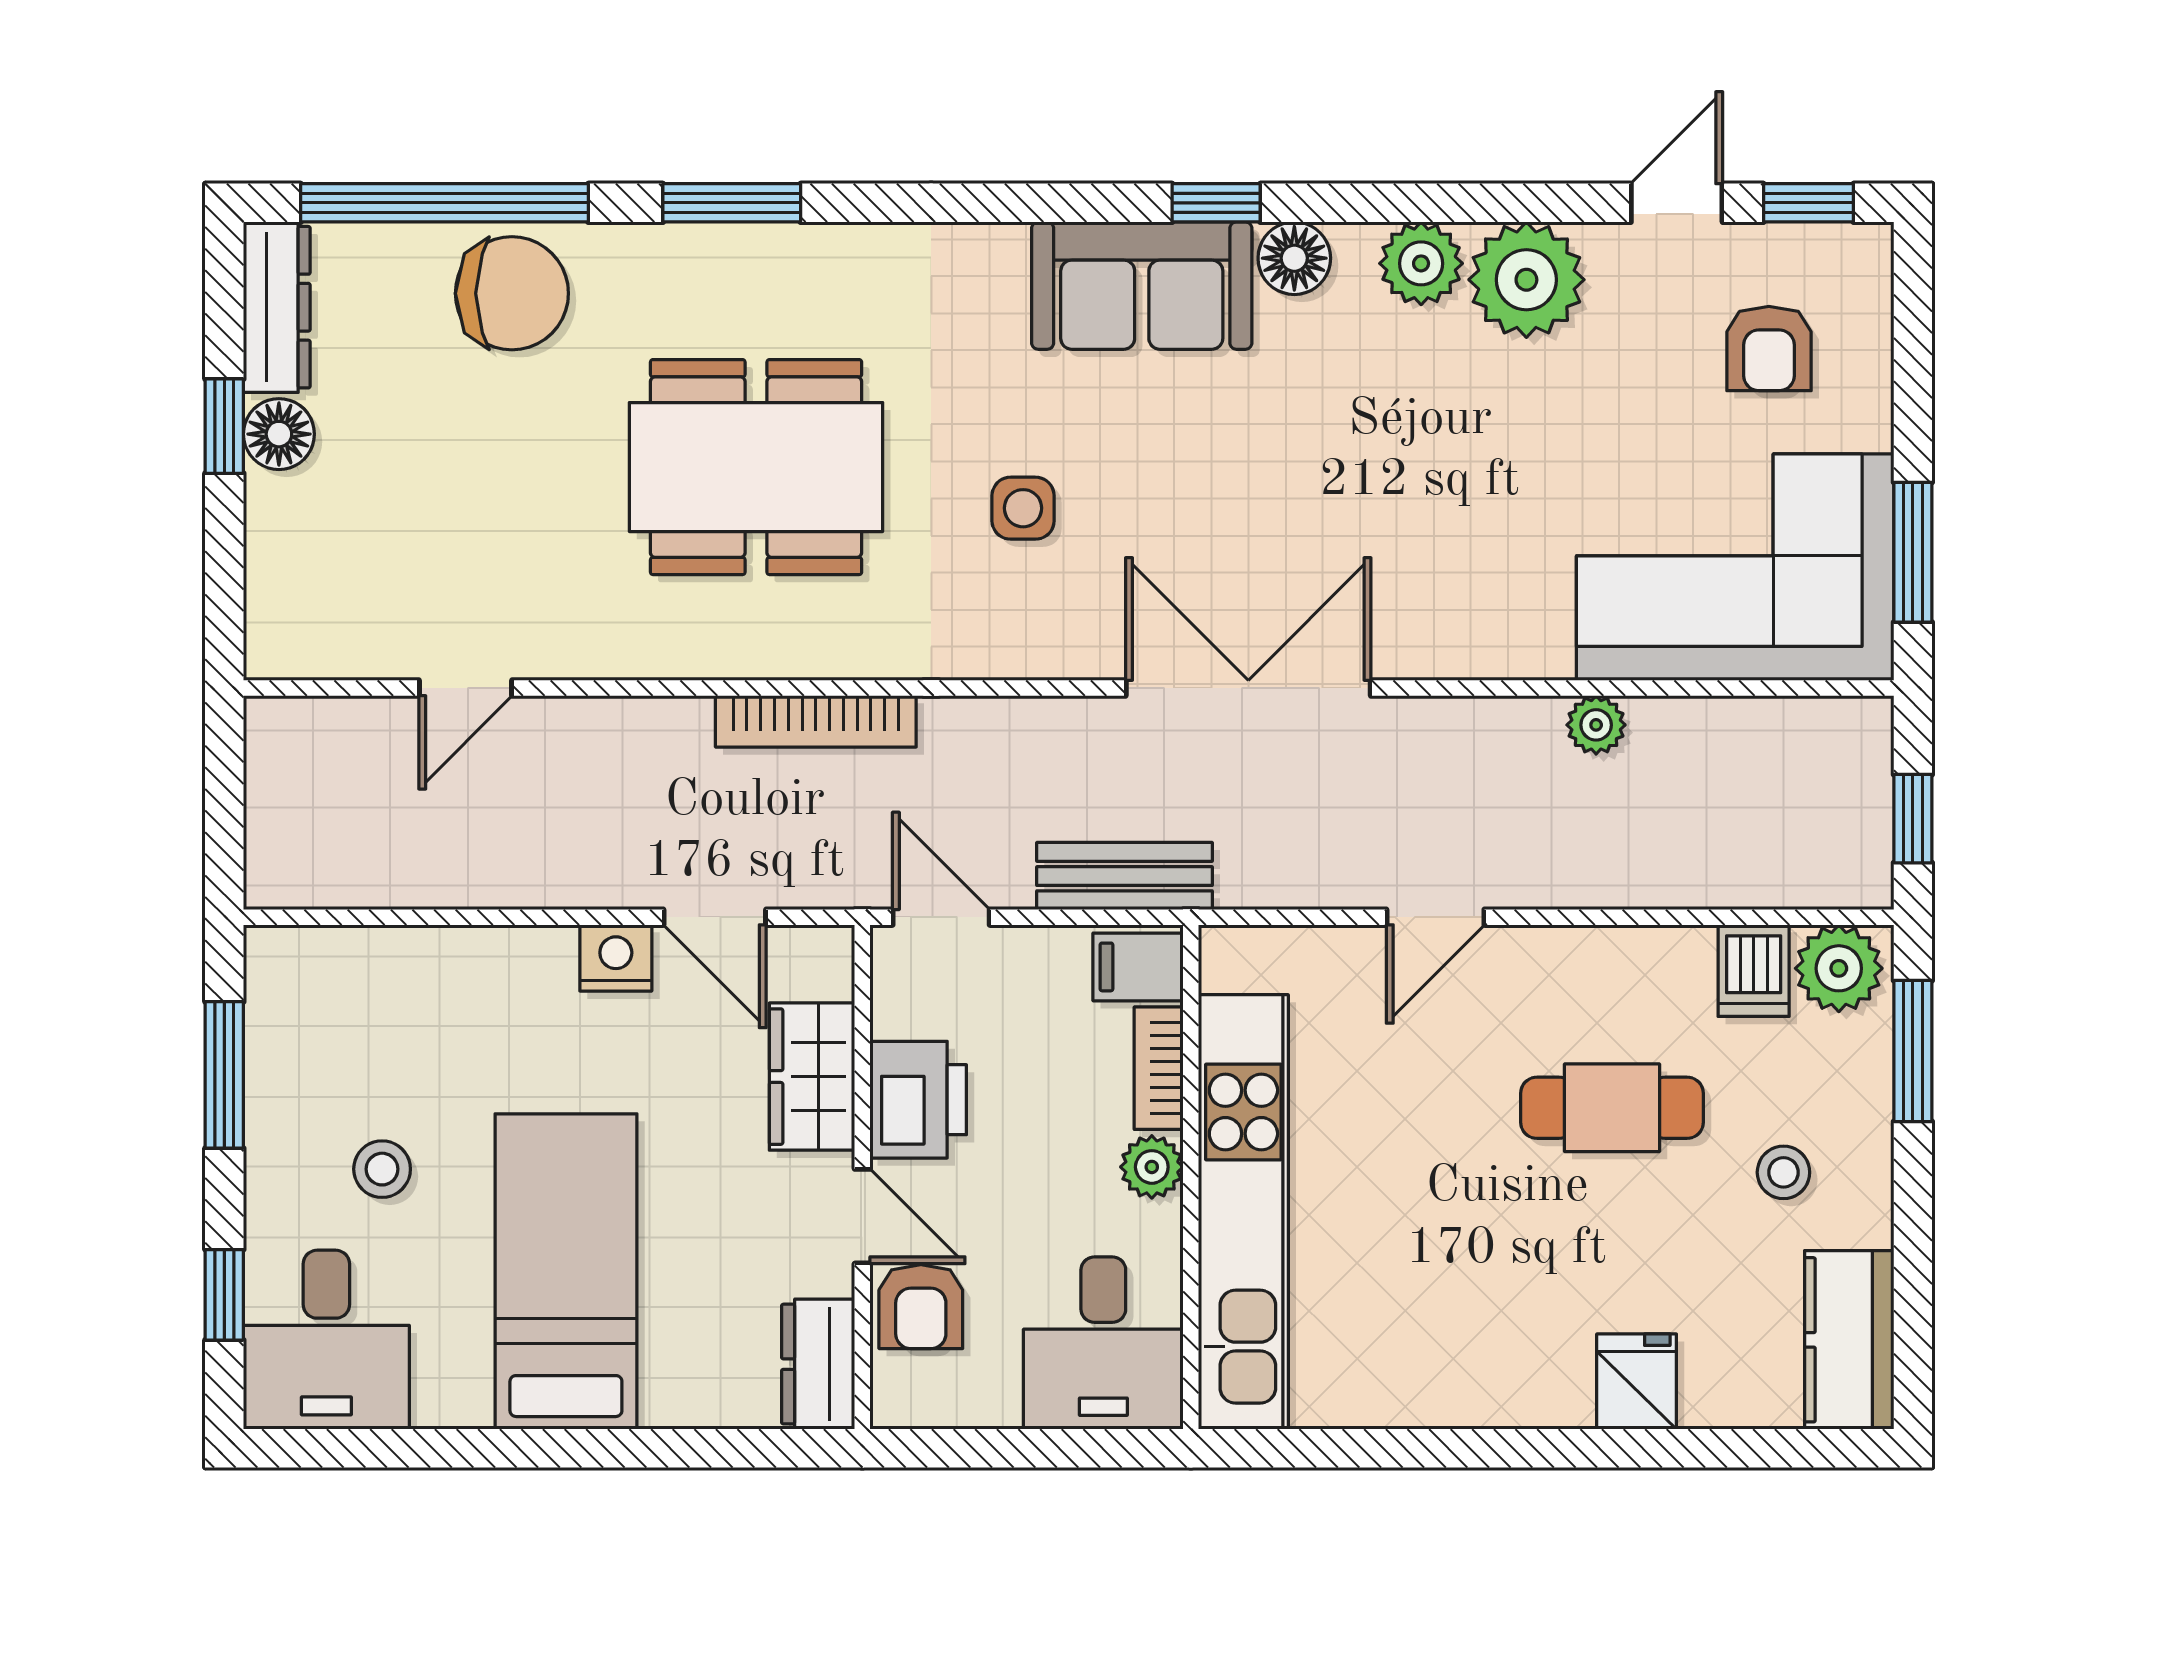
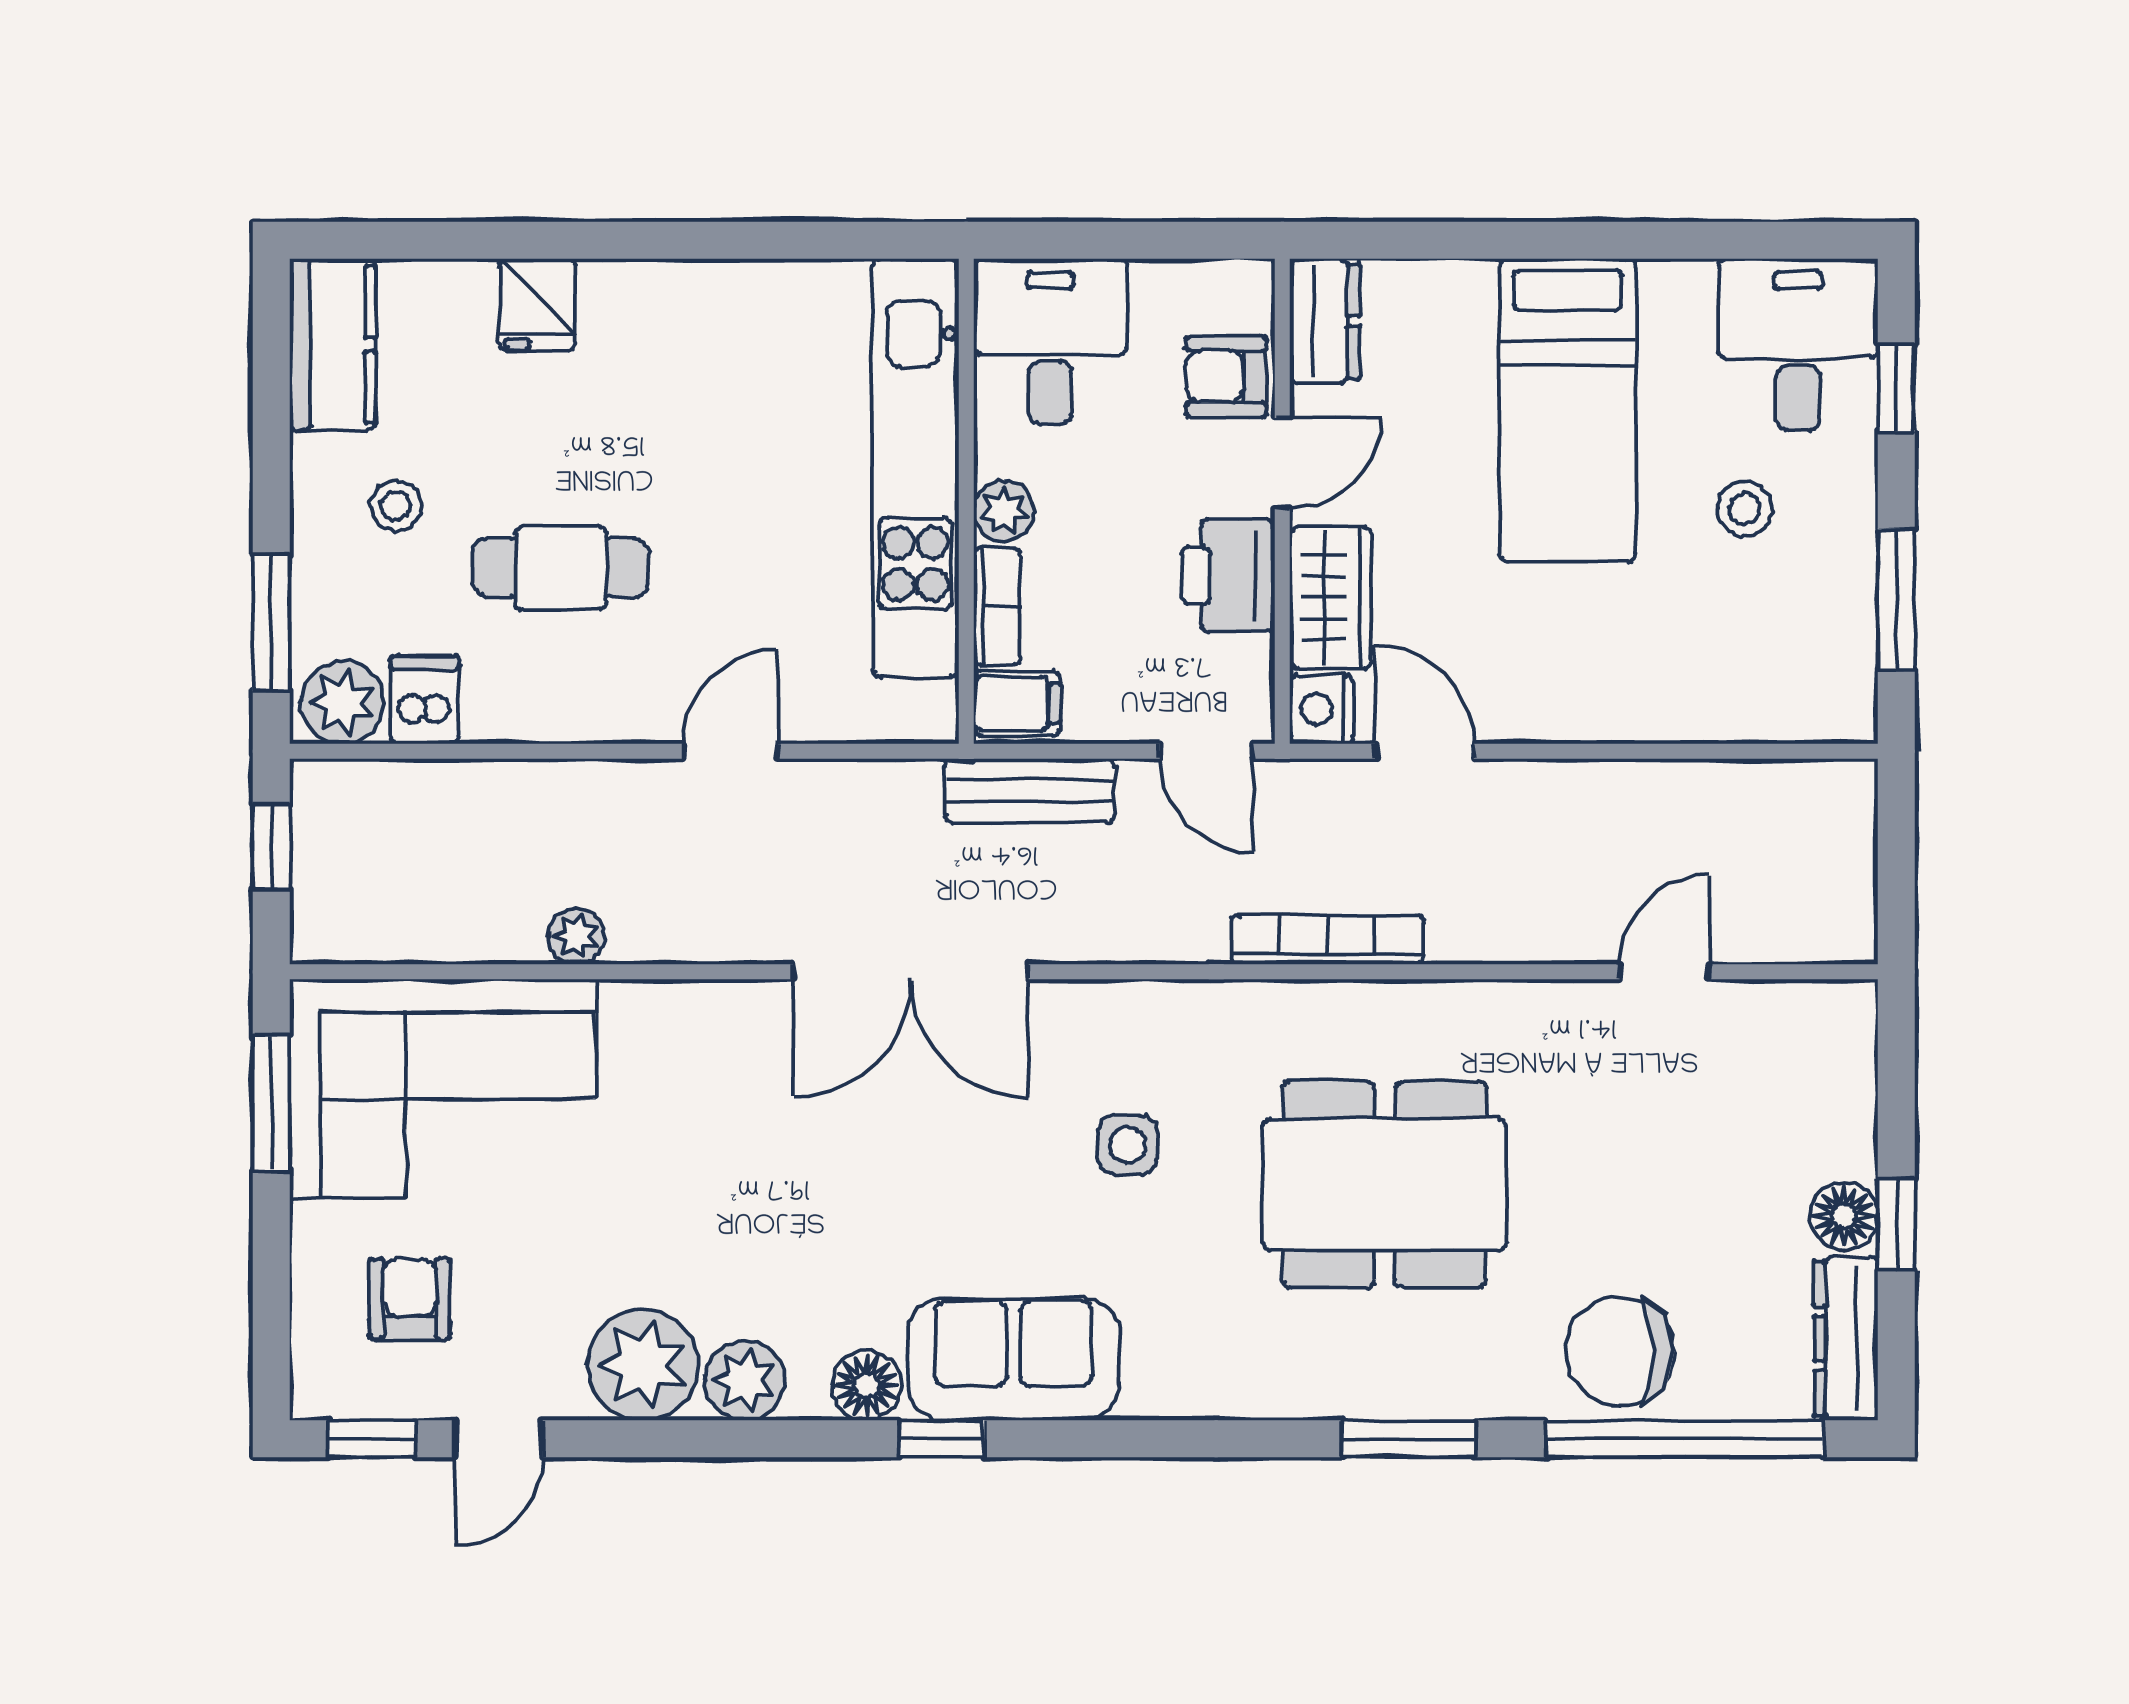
nightstand: (616, 958) -> (1322, 709), moved, turned 90
door: (862, 1216) -> (1282, 464), swing flipped
armchair: (921, 1307) -> (1226, 376), turned -90

